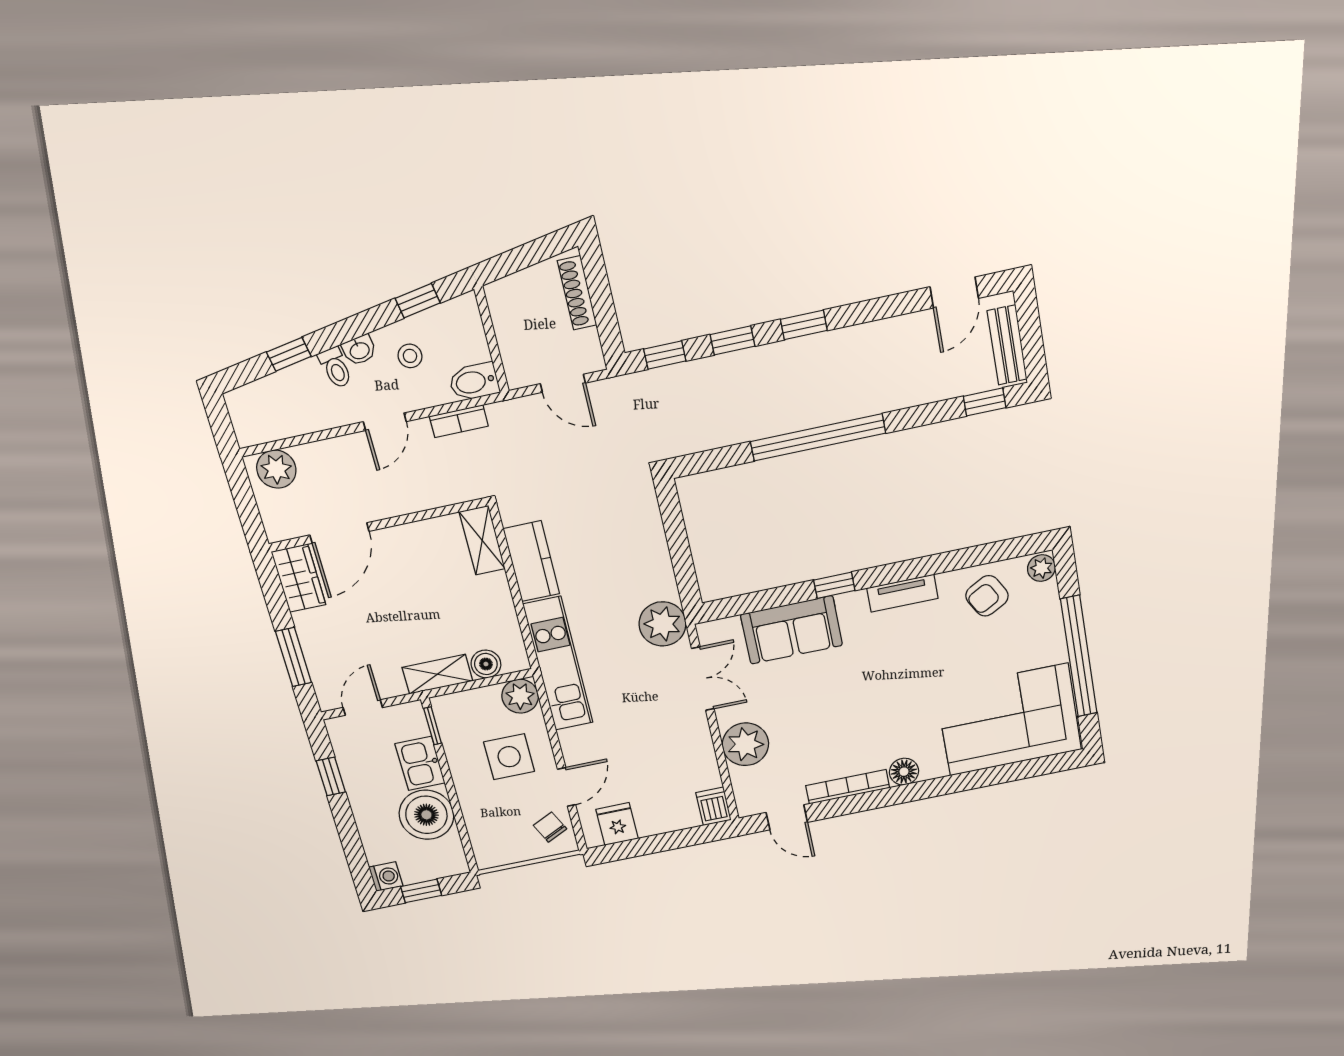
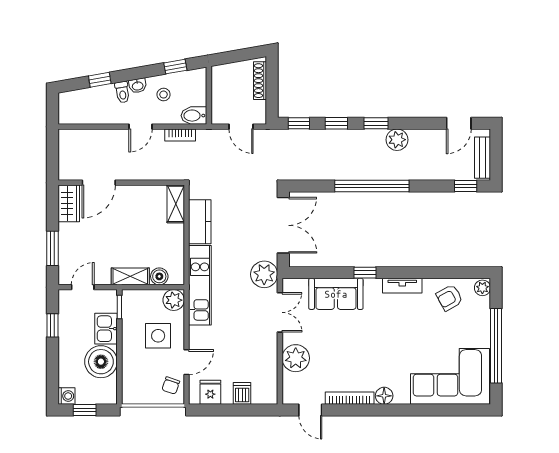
plant: (276, 469) -> (397, 140), moved
double door: (677, 537) -> (283, 225), added
dishwasher: (713, 806) -> (242, 393), moved
chair: (550, 827) -> (171, 386), turned -135

